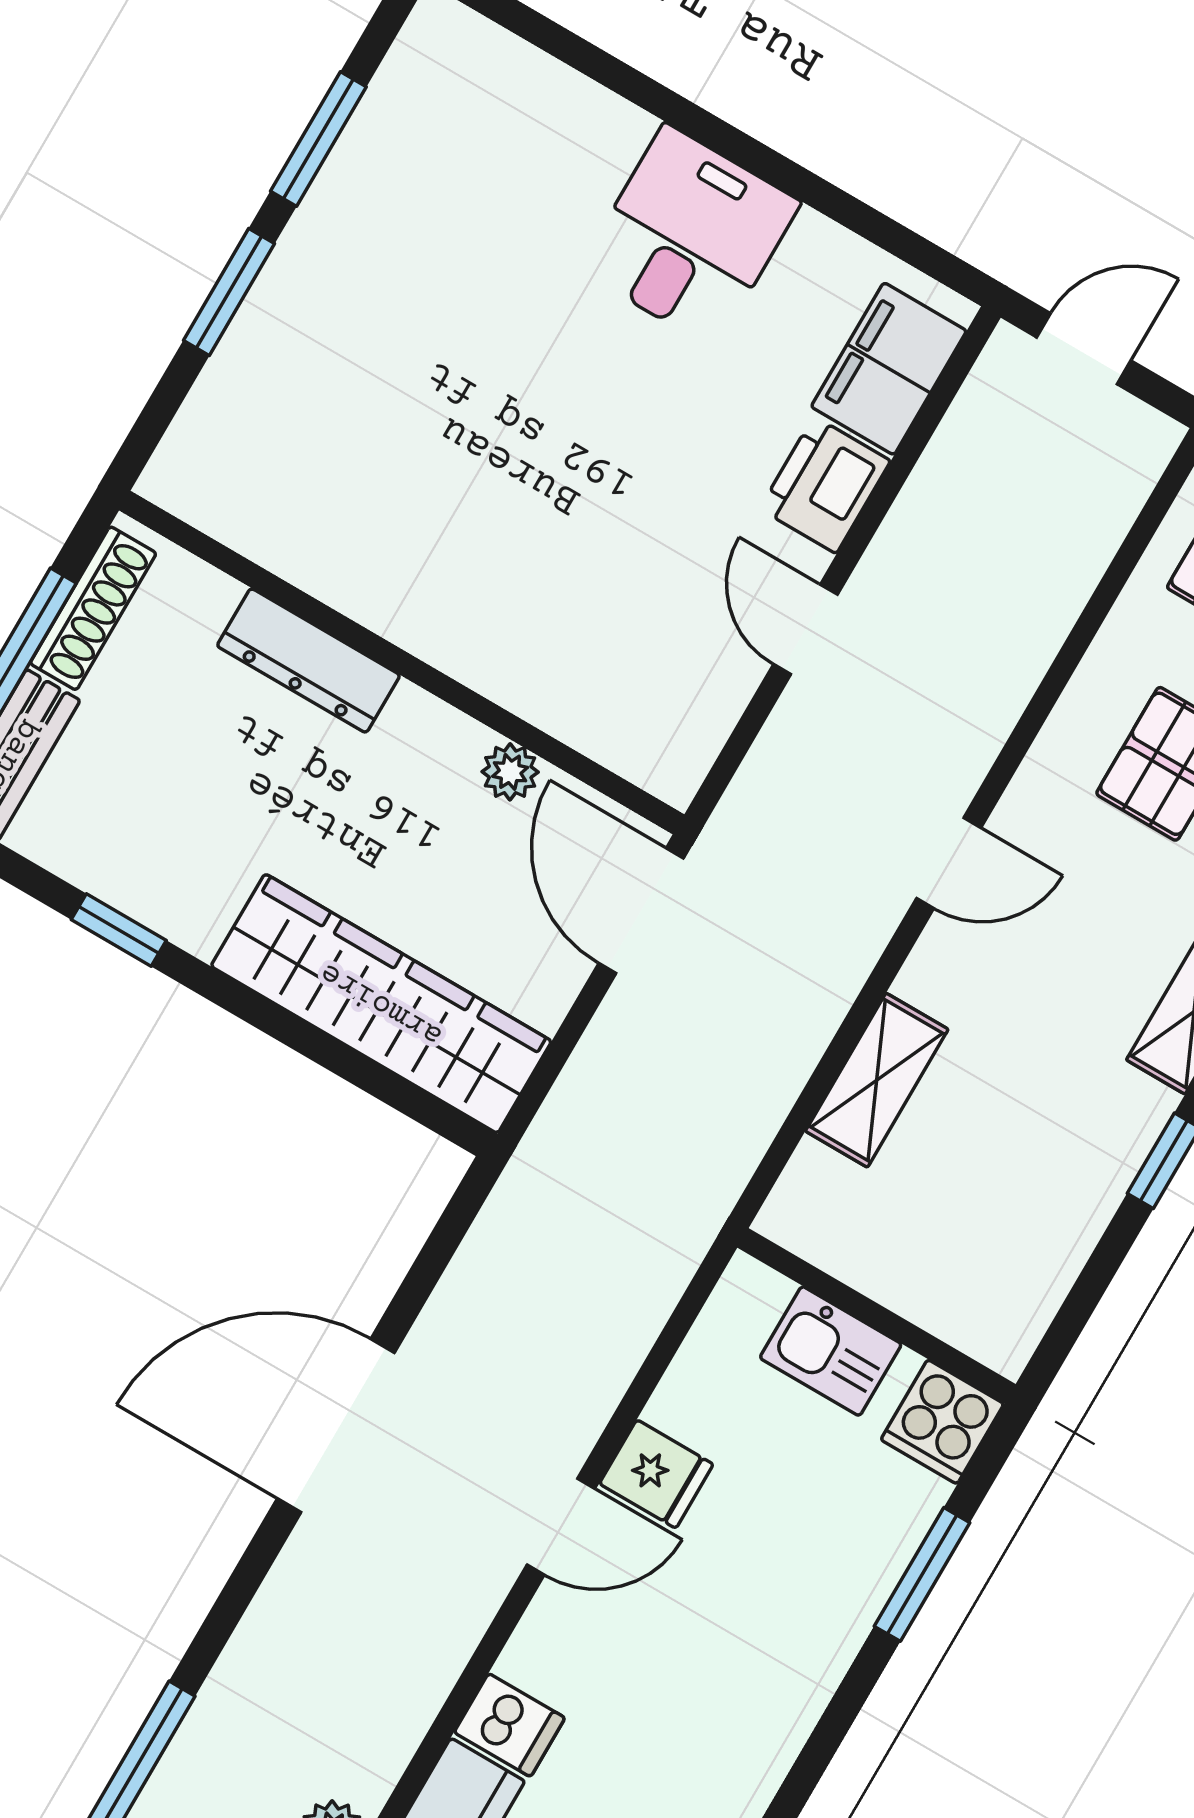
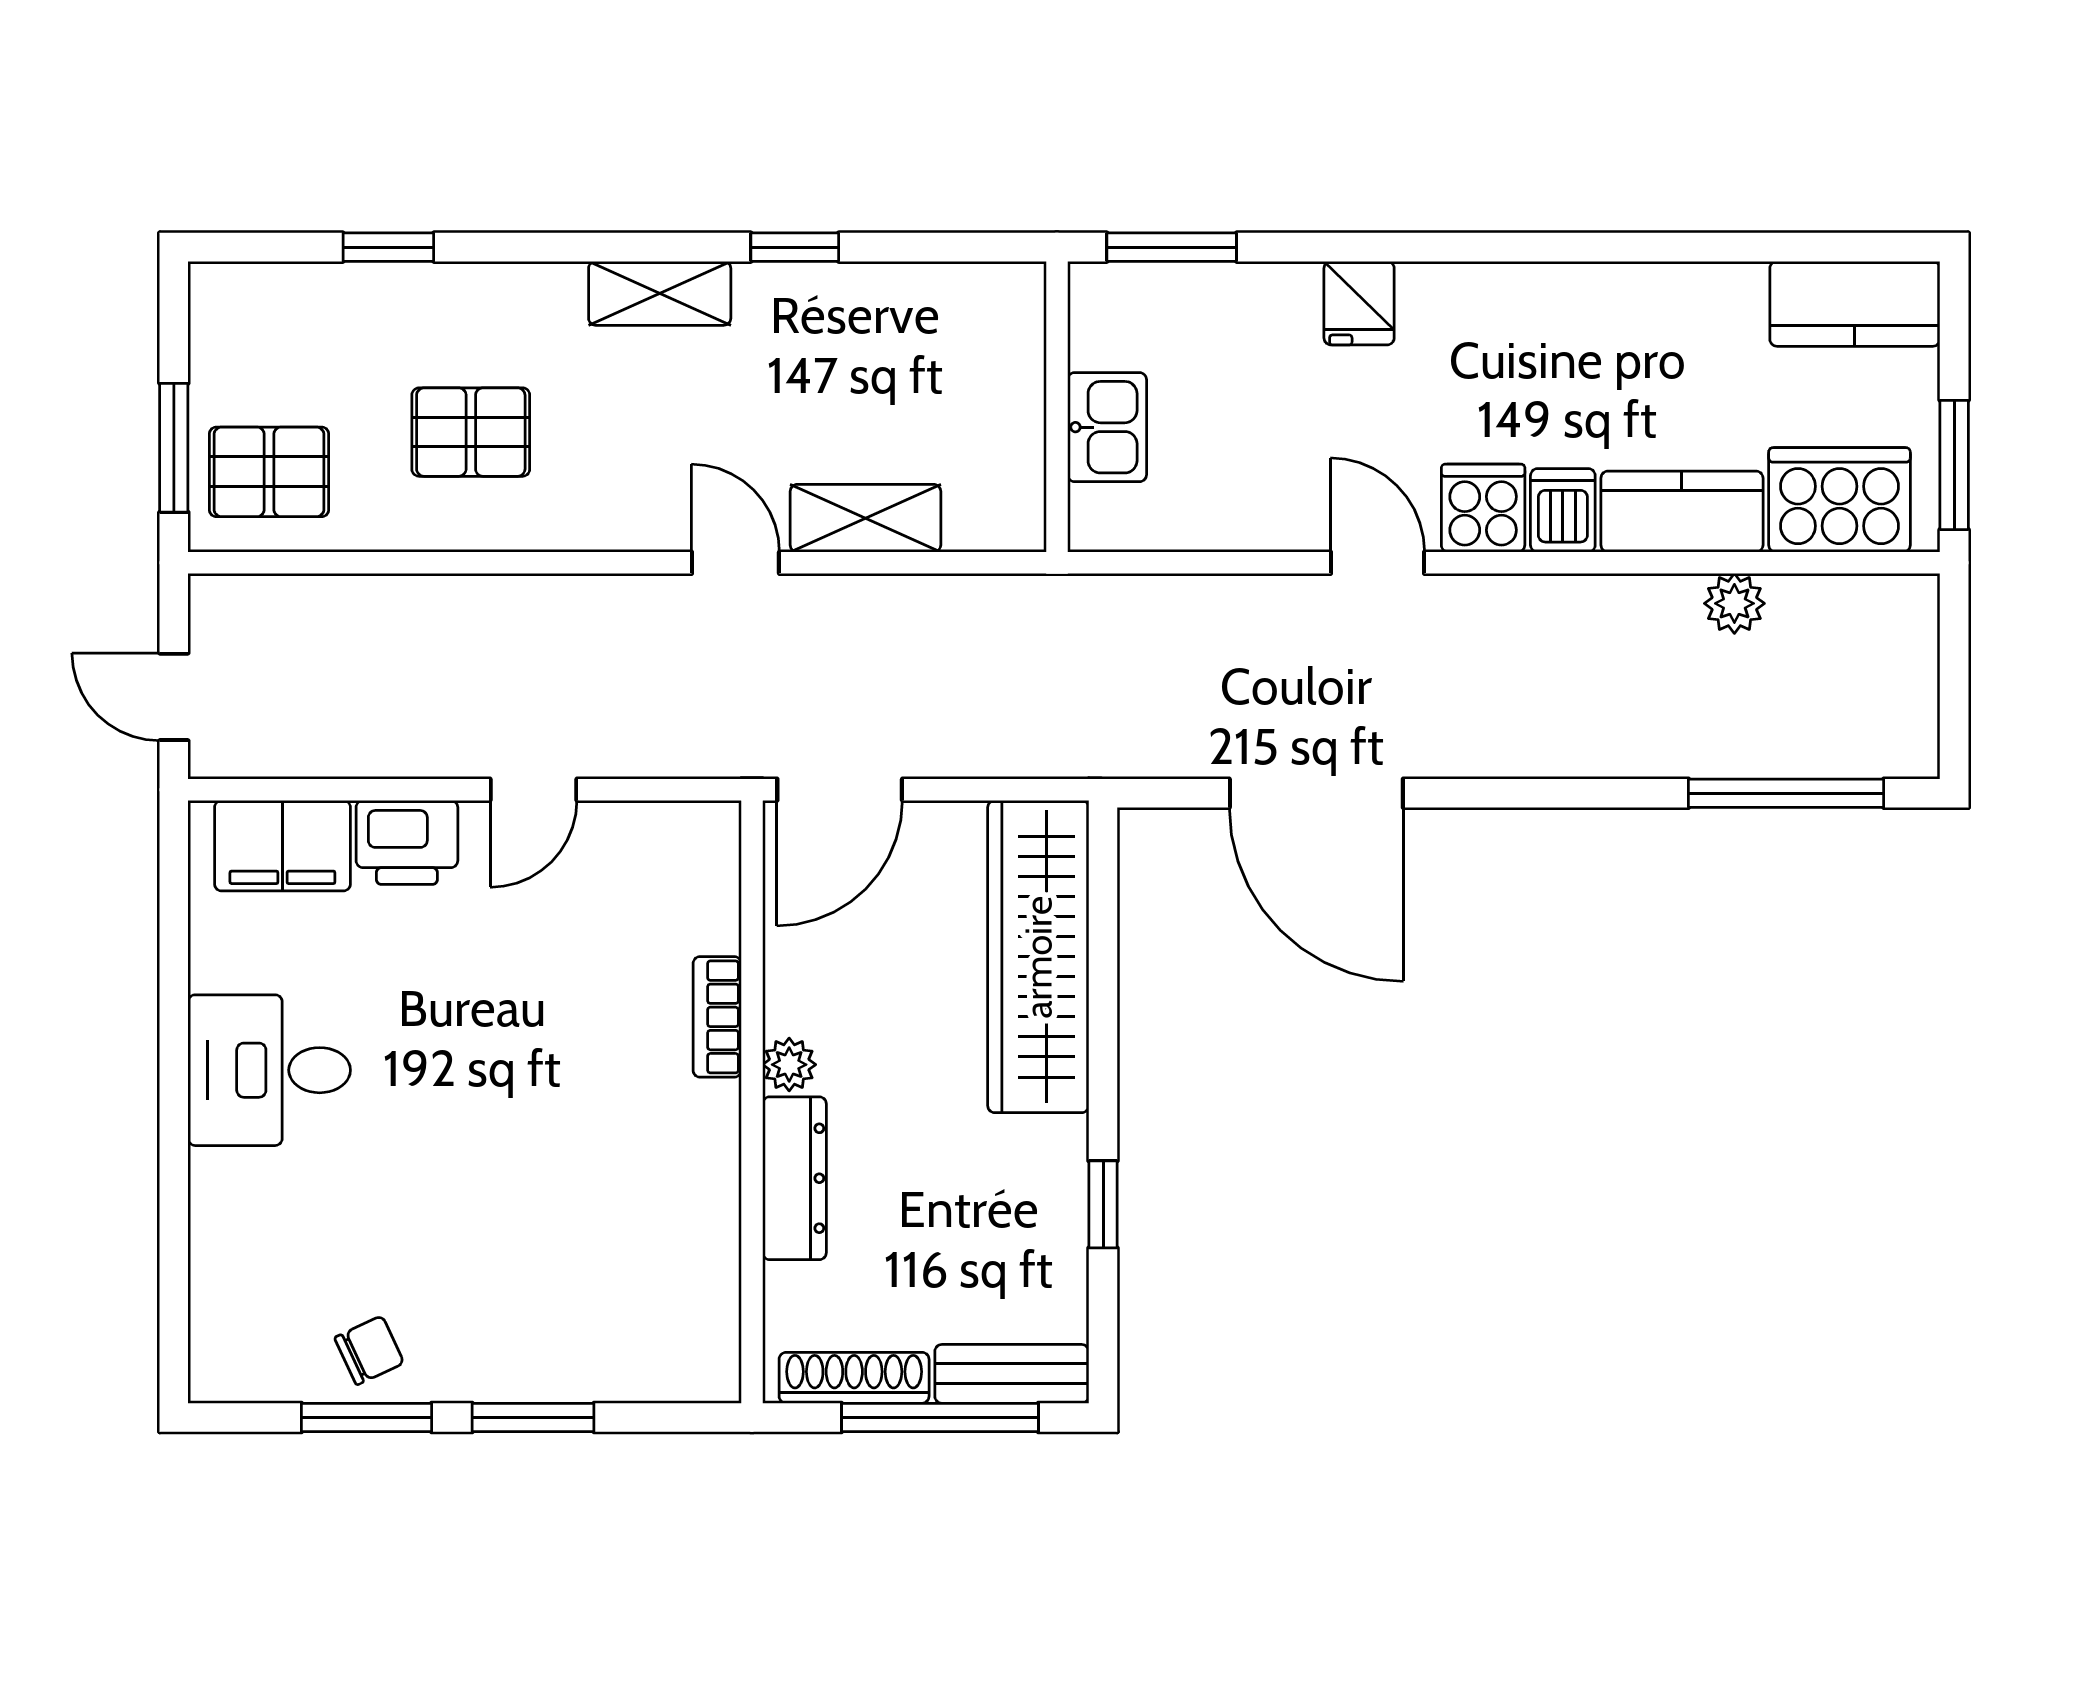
chair: (379, 178) -> (369, 1350), added
bookcase: (498, 676) -> (717, 1017), added
plant: (510, 772) -> (789, 1065), moved
door: (949, 863) -> (735, 563), moved
cooker: (942, 1422) -> (1483, 508), moved, turned -90
door: (336, 1426) -> (1316, 793), moved
fridge: (656, 1474) -> (1359, 303), moved, turned 180
window: (922, 1574) -> (1172, 247), moved

